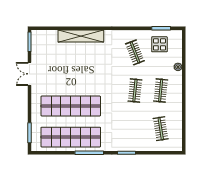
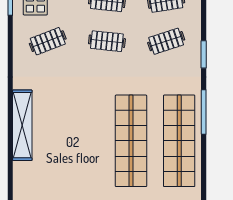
clothes rail: (135, 129) -> (166, 41), added

